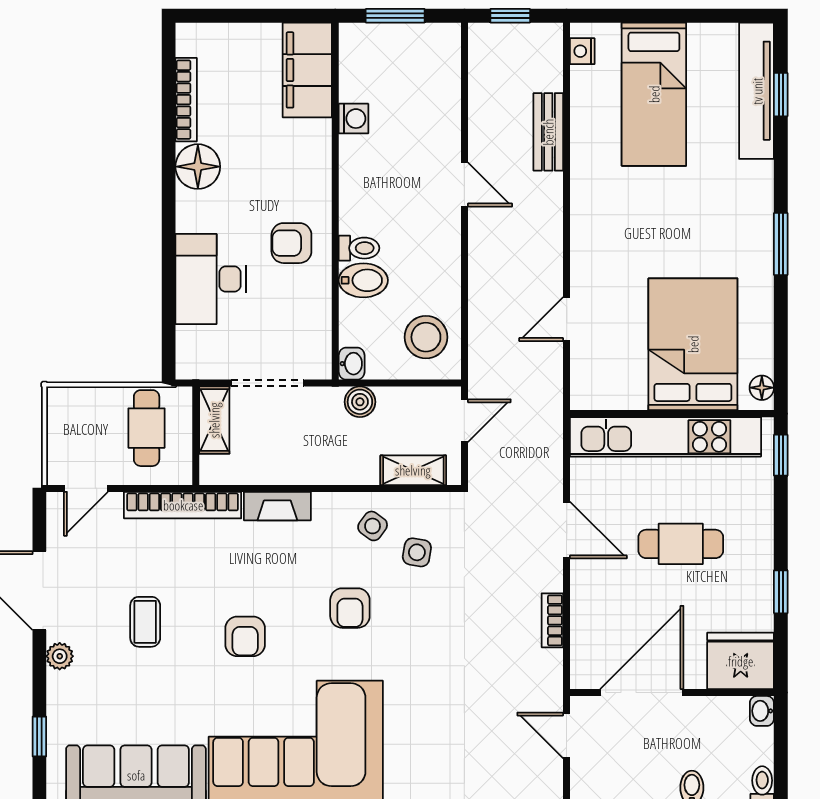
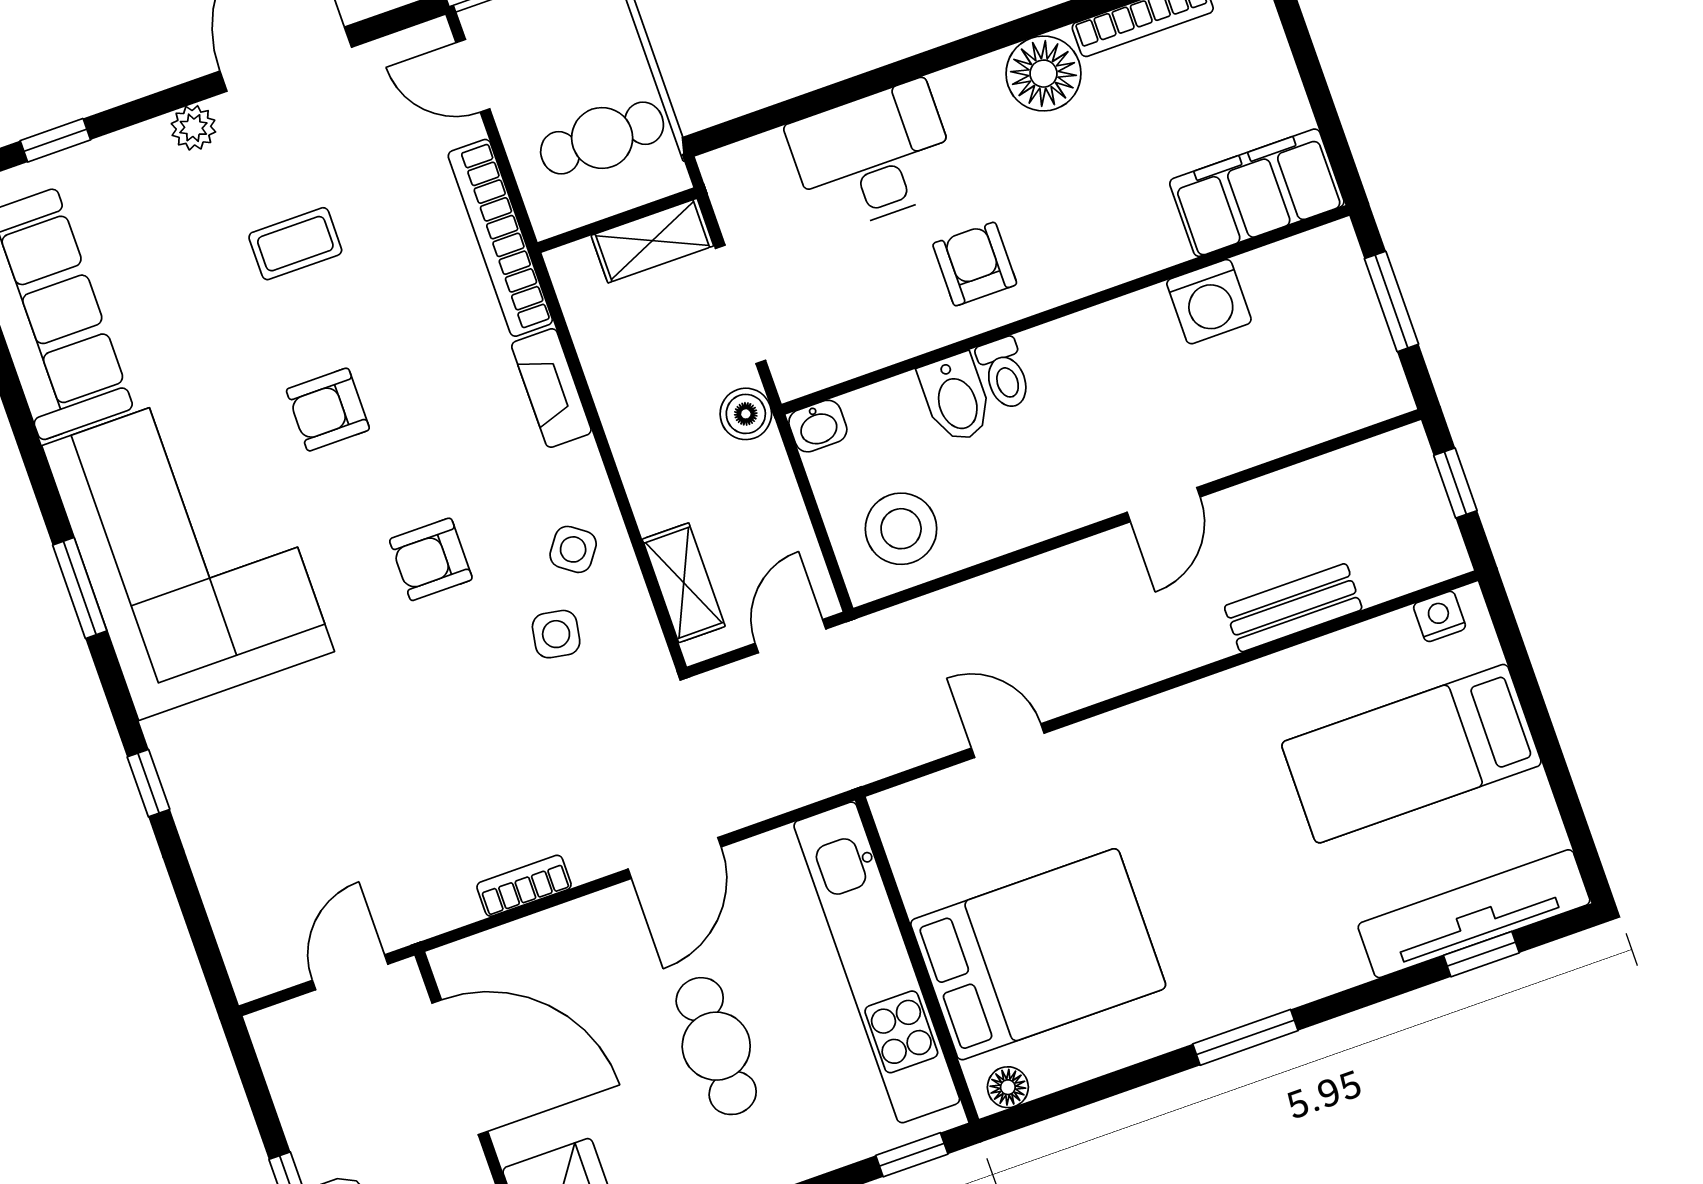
washing machine: (353, 119) -> (1209, 302), width x1.38, depth x1.38
boiler: (360, 402) -> (746, 414), moved
door: (464, 421) -> (791, 636), swing flipped

